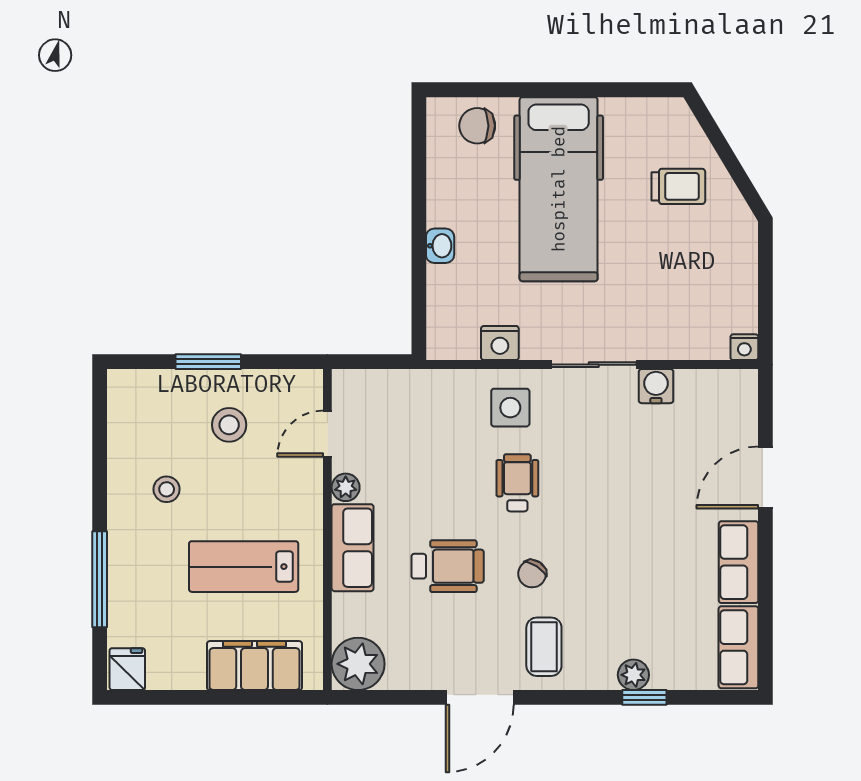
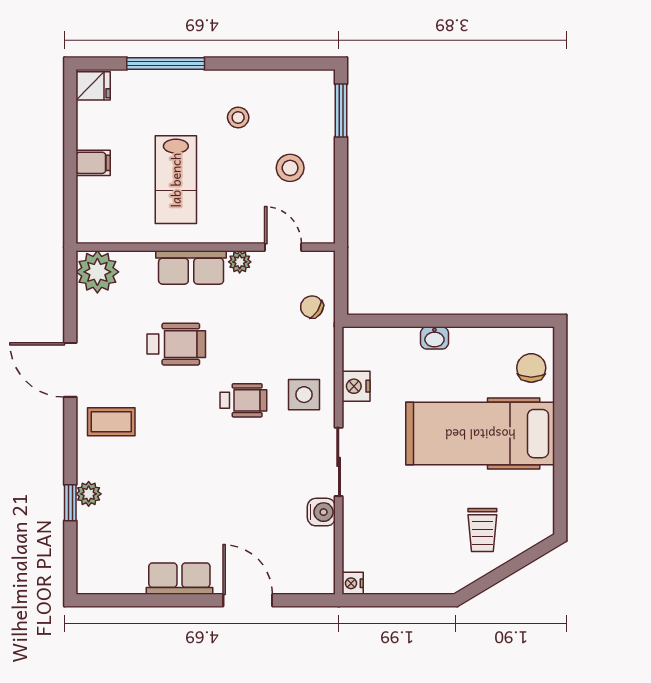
window: (208, 362) -> (341, 110), moved
wheelchair: (448, 566) -> (176, 344), turned -90
lab bench: (244, 567) -> (176, 180), turned 180
chair: (532, 574) -> (312, 307), moved
row of seats: (738, 647) -> (111, 579), removed
filing cabinet: (254, 666) -> (93, 163), width x0.33, depth x0.86

